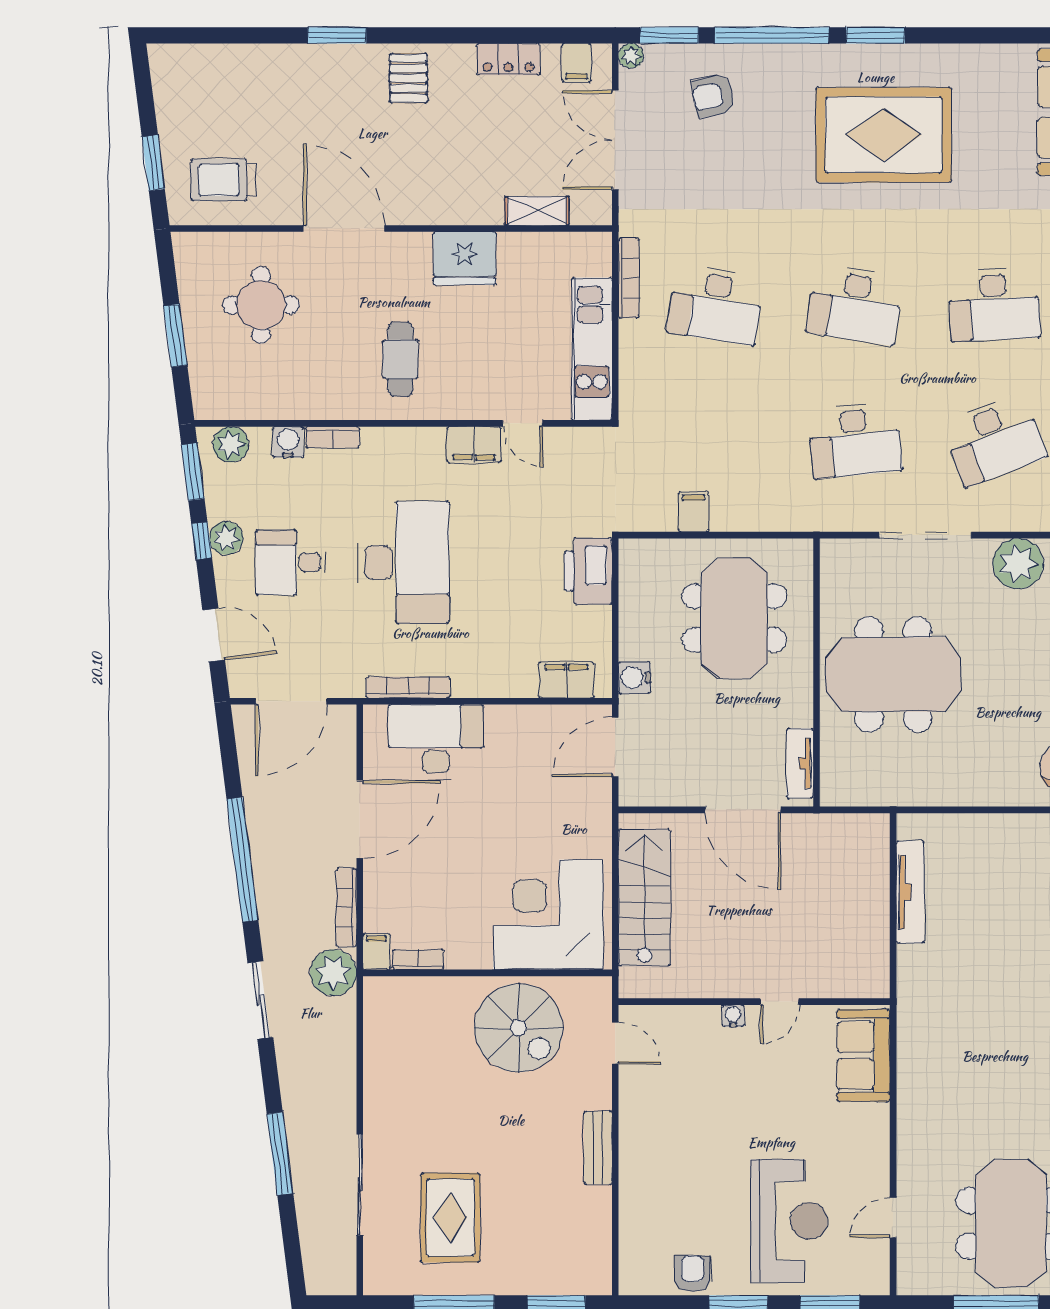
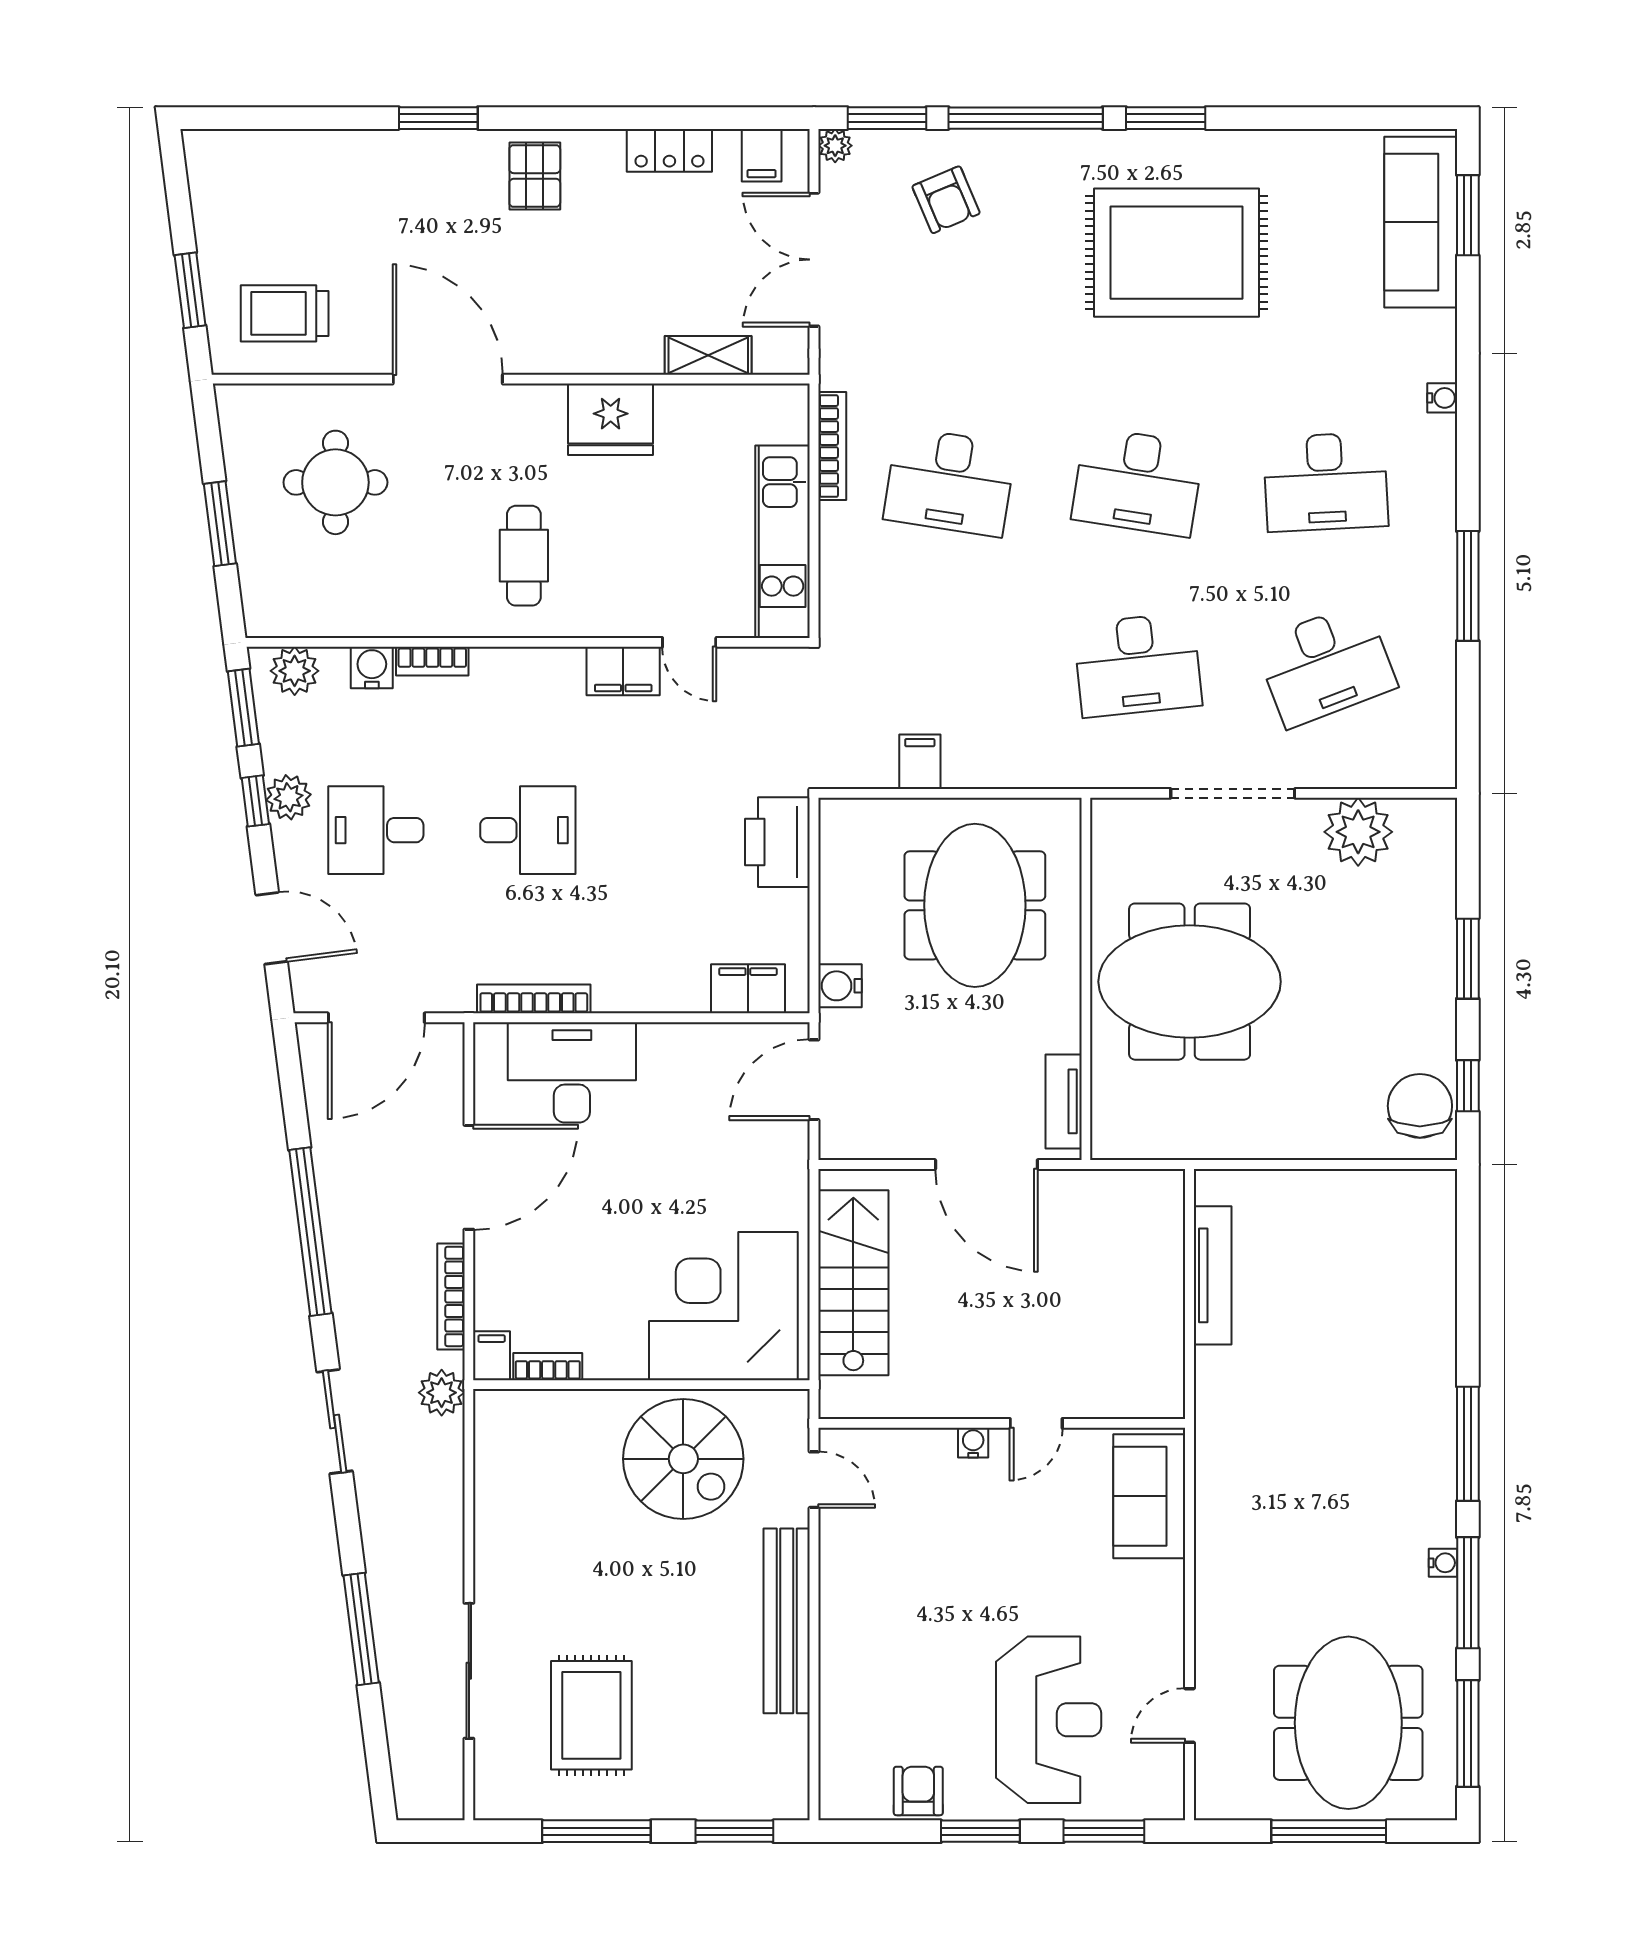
armchair: (713, 96) -> (946, 200), turned -101
desk: (403, 562) -> (528, 830), width x0.53, depth x0.77
plant: (333, 973) -> (442, 1393), width x0.73, depth x0.73
bench: (598, 1148) -> (787, 1621), width x1.86, depth x1.21

